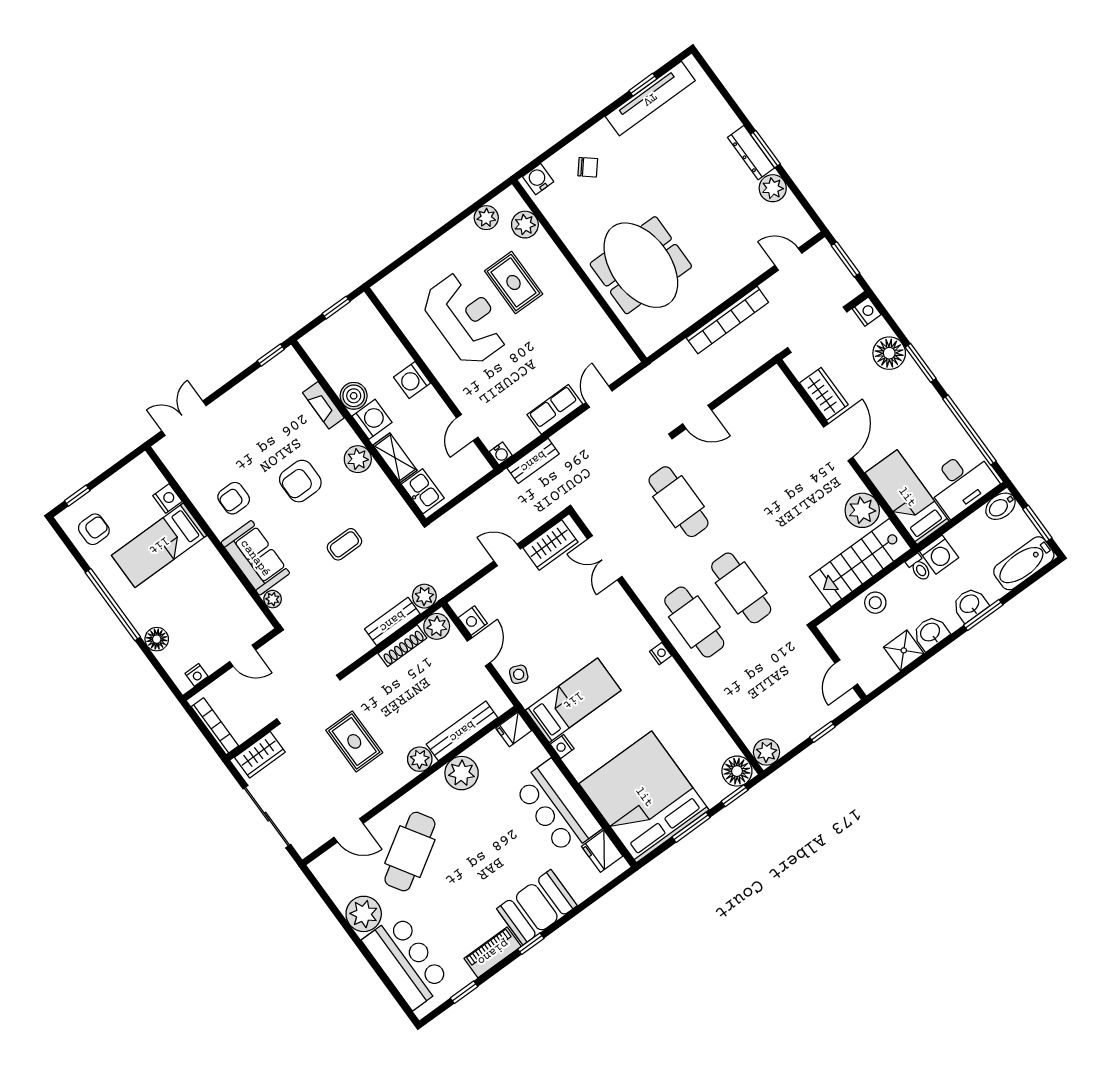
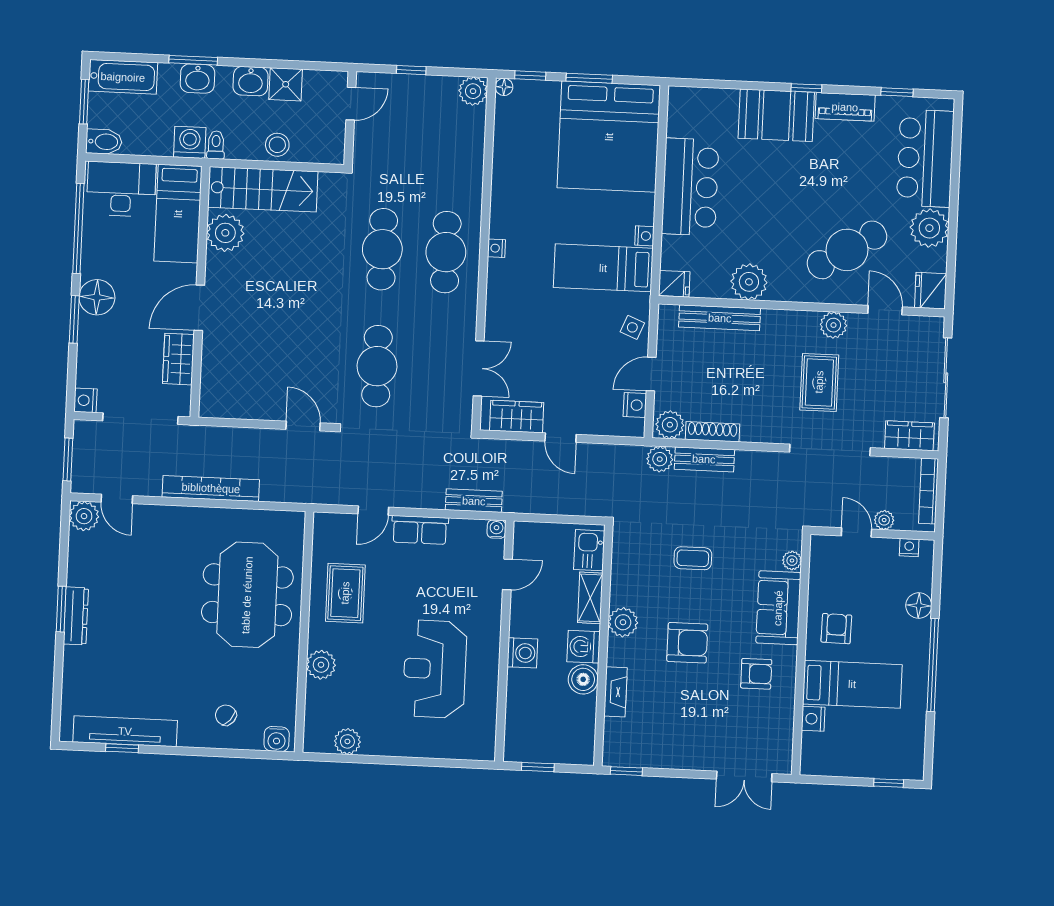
plant: (773, 188) -> (84, 516), moved
plant: (525, 225) -> (321, 665), moved
rug: (514, 282) -> (345, 593), moved
floor lamp: (889, 353) -> (97, 297), moved
armchair: (94, 529) -> (836, 629), moved, turned 91
plant: (230, 680) -> (884, 520), added
plant: (420, 759) -> (833, 325), moved
floor lamp: (737, 771) -> (504, 87), width x0.53, depth x0.53
fridge: (602, 851) -> (931, 291), moved, turned 180

